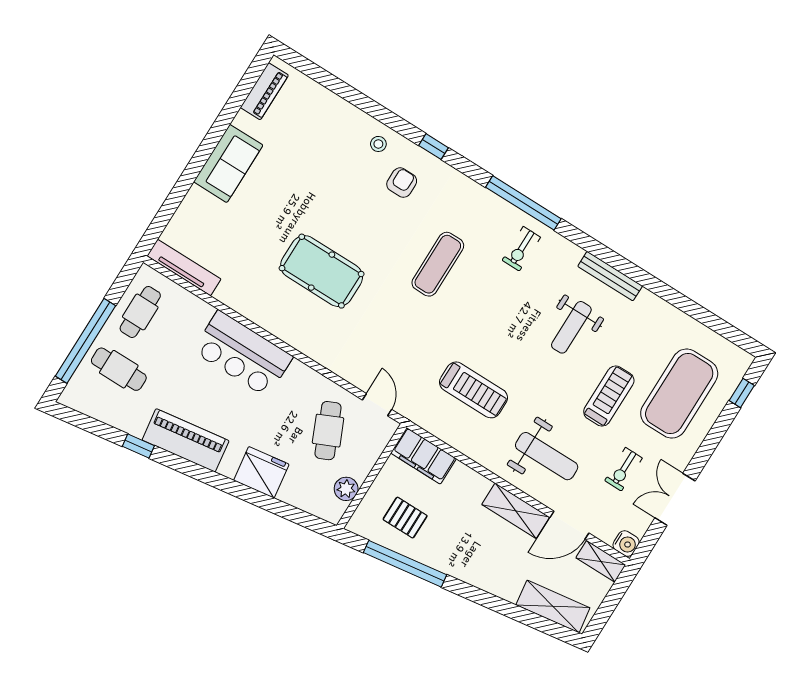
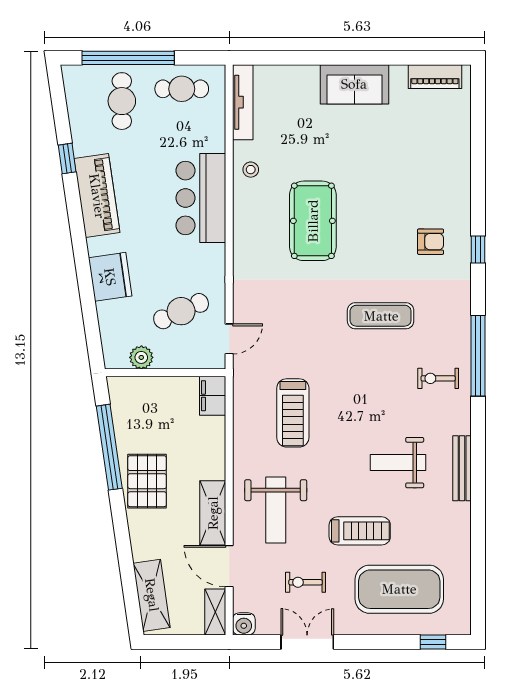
stool: (378, 144) -> (251, 170), moved
filing cabinet: (423, 456) -> (213, 396), width x0.67, depth x0.86
pallet: (405, 518) -> (147, 481), moved, width x1.50, depth x1.42

